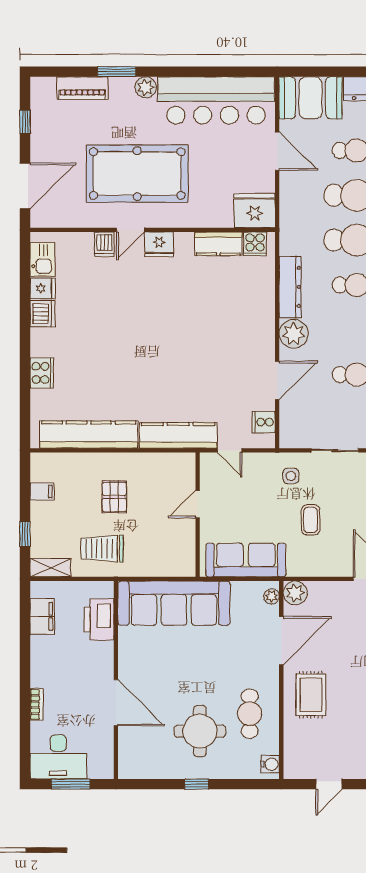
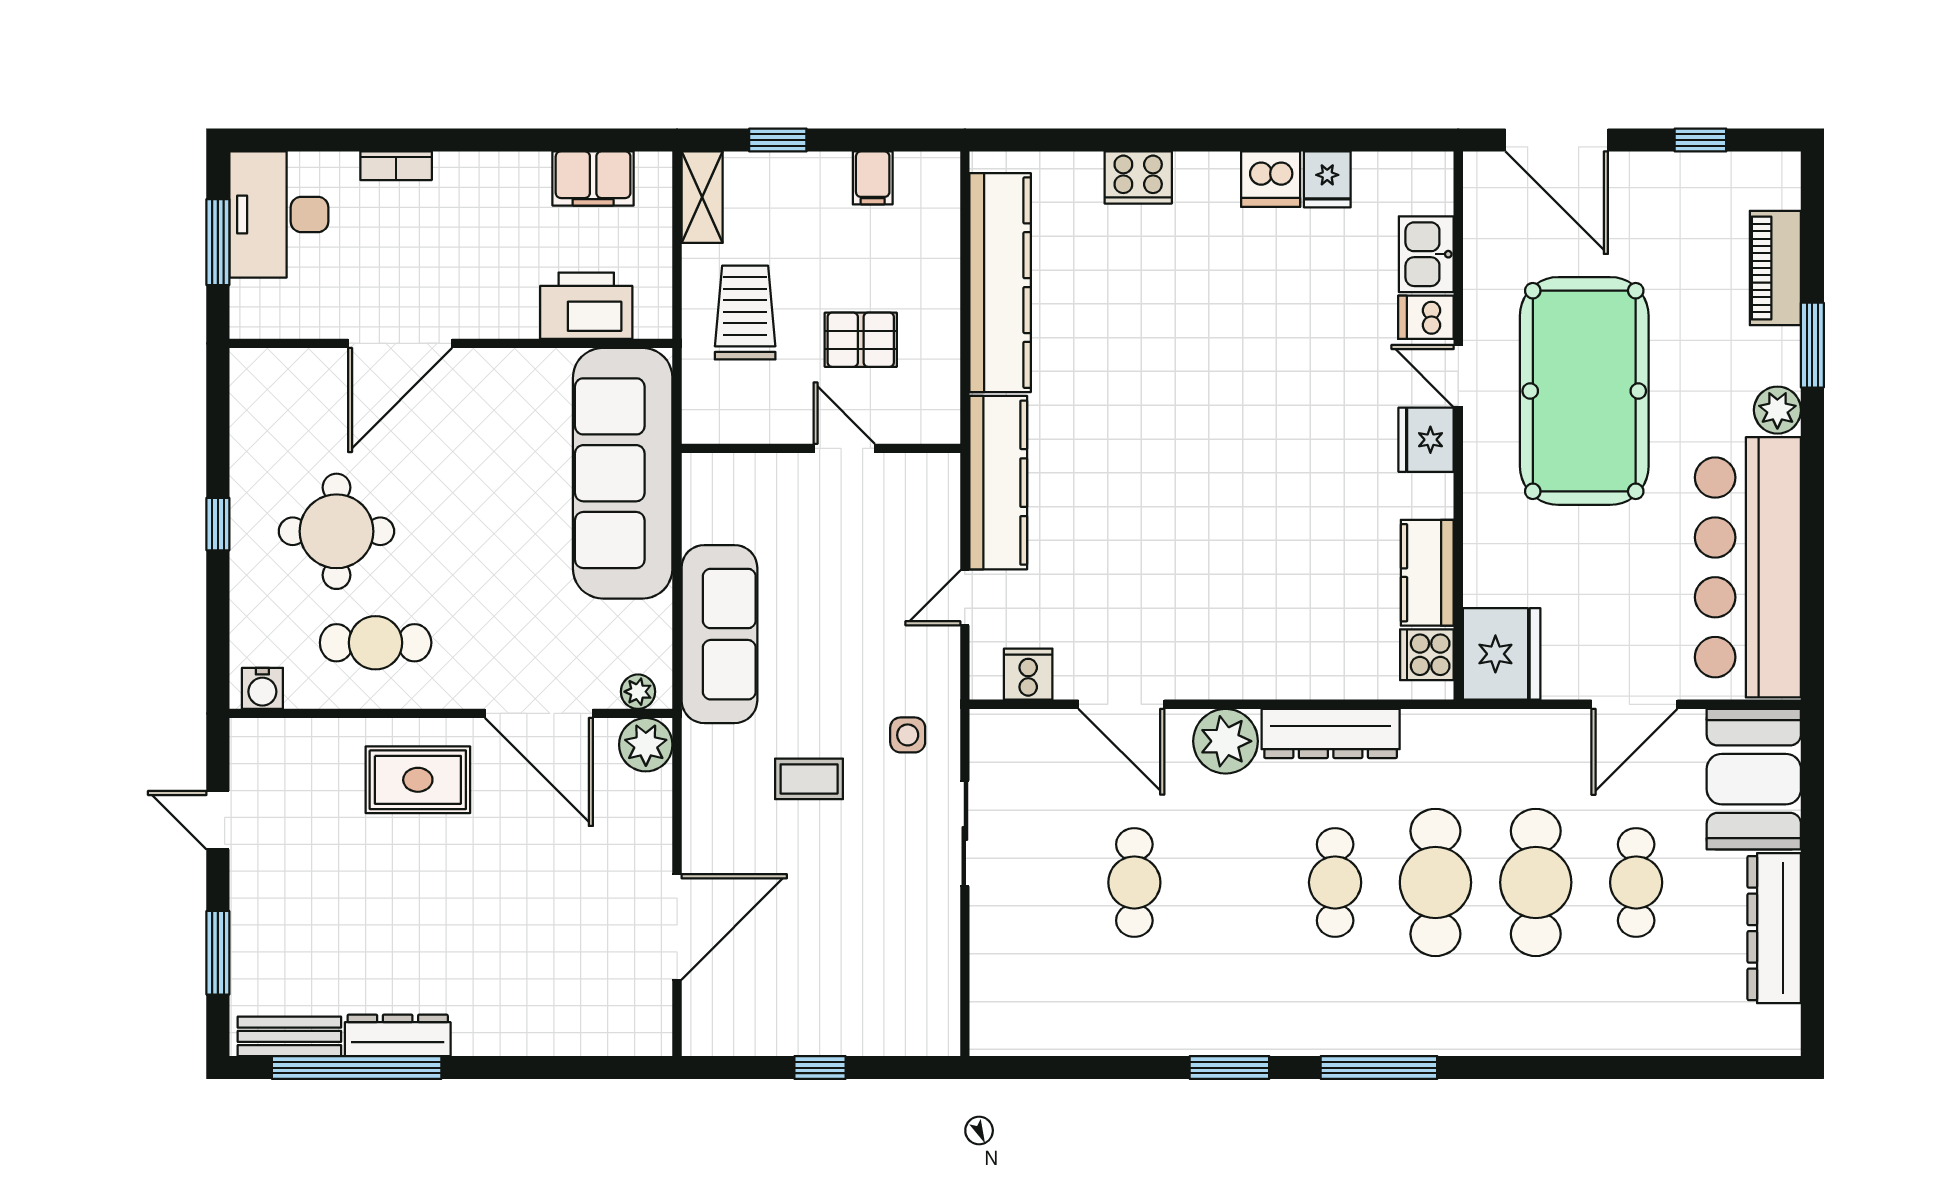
kitchen sink: (42, 259) -> (1426, 254), moved, turned 90
door: (198, 504) -> (844, 448), moved
wall: (198, 515) -> (821, 448), moved

